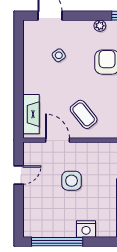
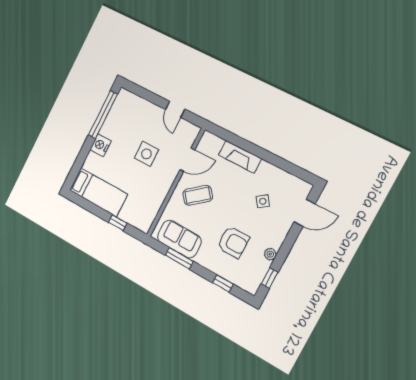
fireplace: (31, 114) -> (240, 157), moved

